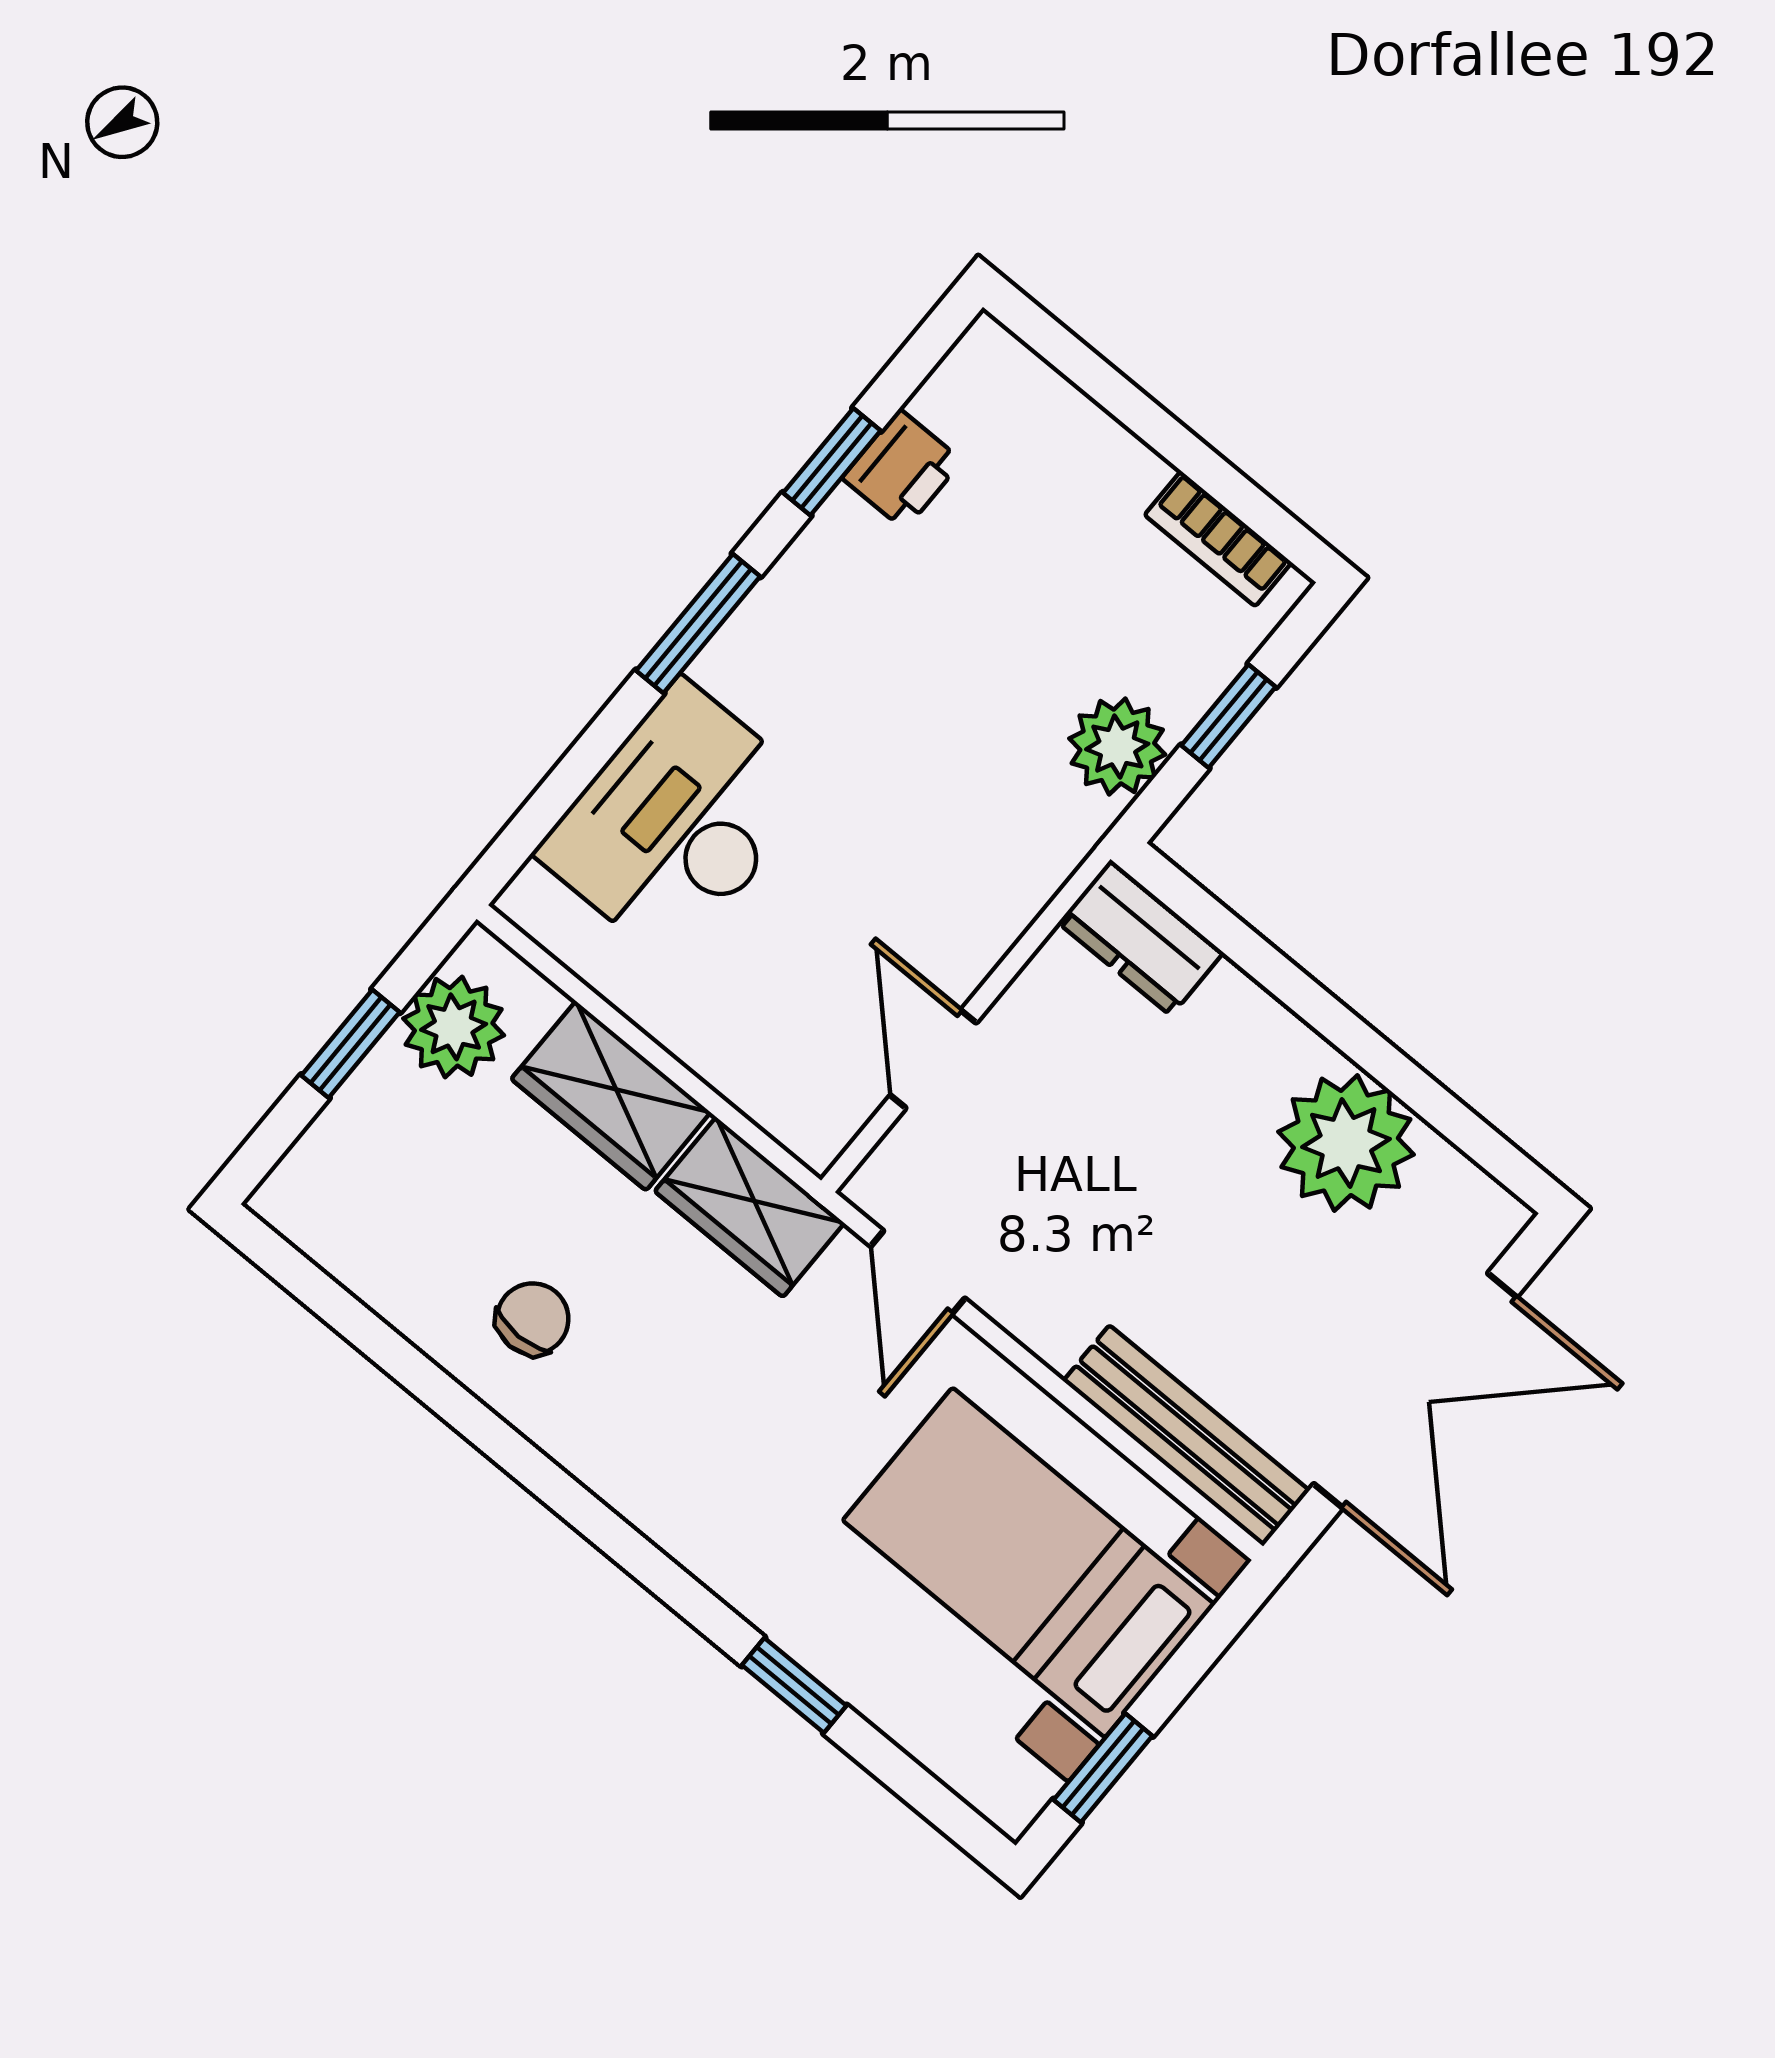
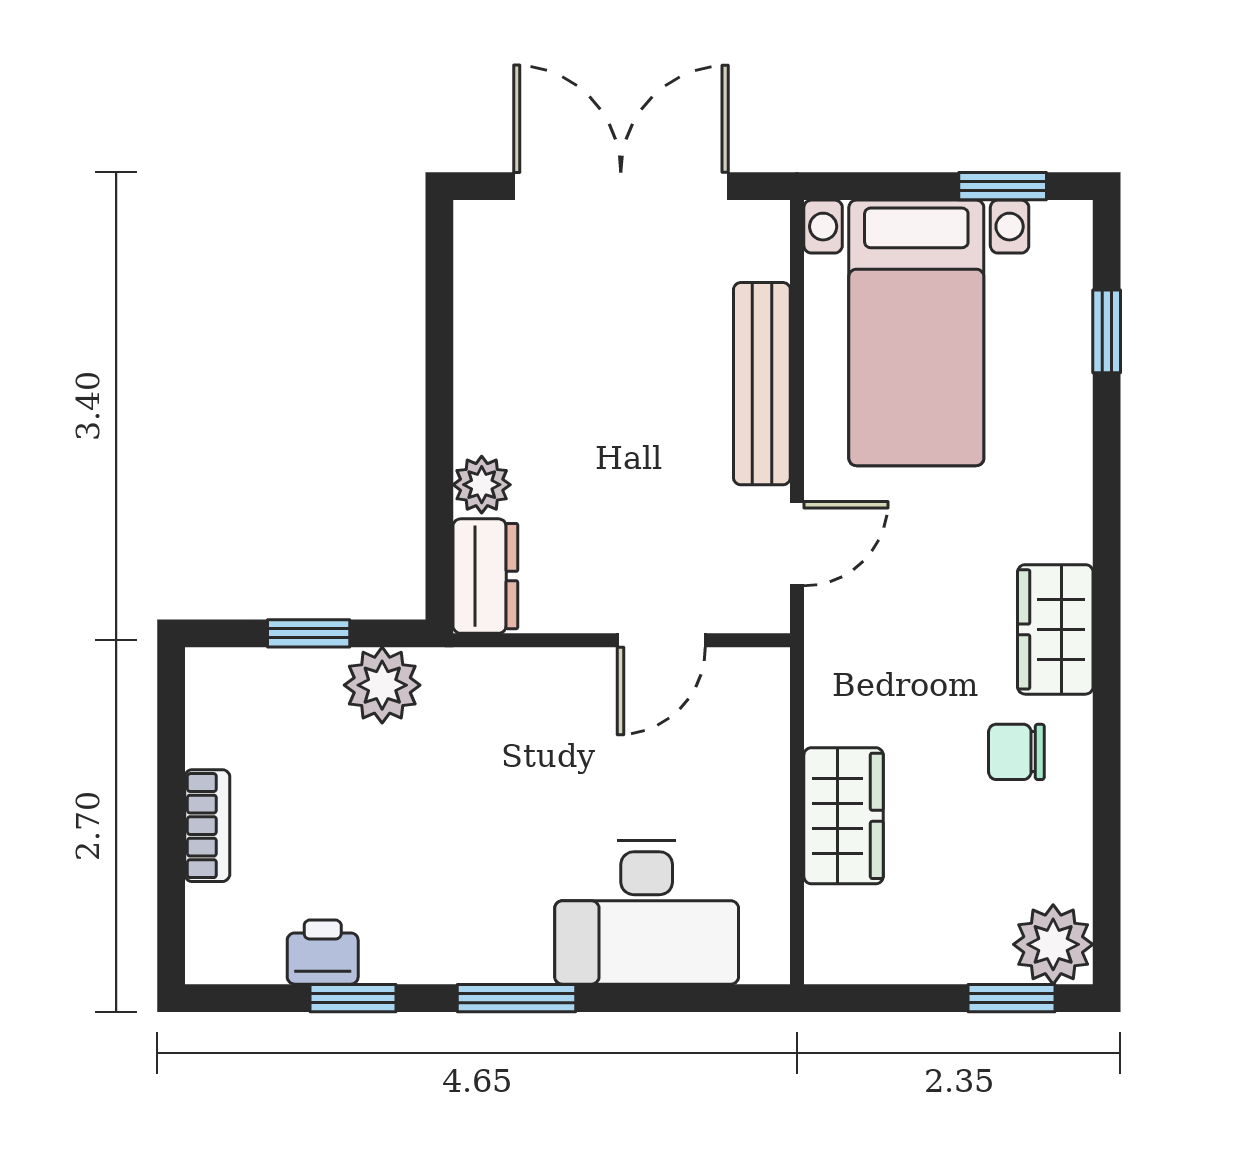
bookcase: (1218, 539) -> (207, 826), moved
plant: (454, 1027) -> (1053, 944), moved
window: (351, 1044) -> (1012, 998), moved
plant: (1346, 1143) -> (482, 485), moved, width x0.53, depth x0.53
wardrobe: (749, 1207) -> (1055, 629), moved, turned 180
bench: (1186, 1436) -> (762, 384), moved
window: (794, 1685) -> (1107, 331), moved

